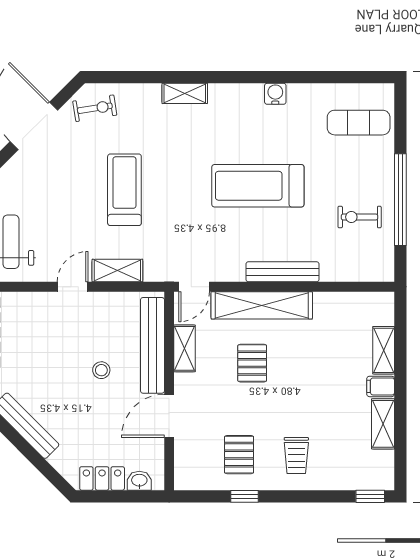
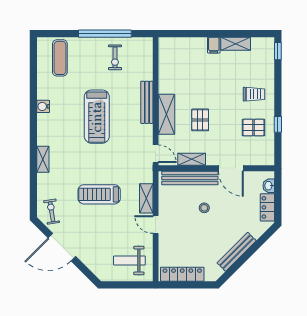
shelving: (262, 305) -> (166, 114), width x0.68
shelving: (384, 350) -> (193, 43), removed
pallet: (252, 363) -> (200, 120), turned 90

